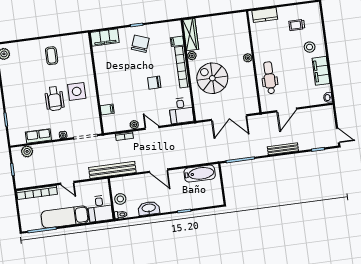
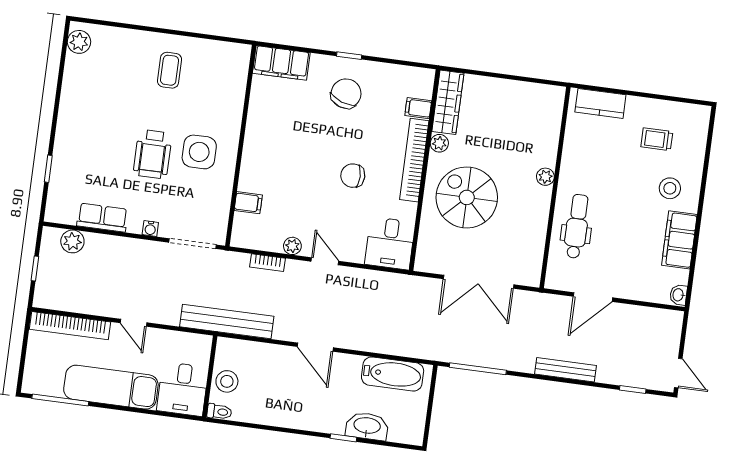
washbasin: (149, 208) -> (367, 426), moved

